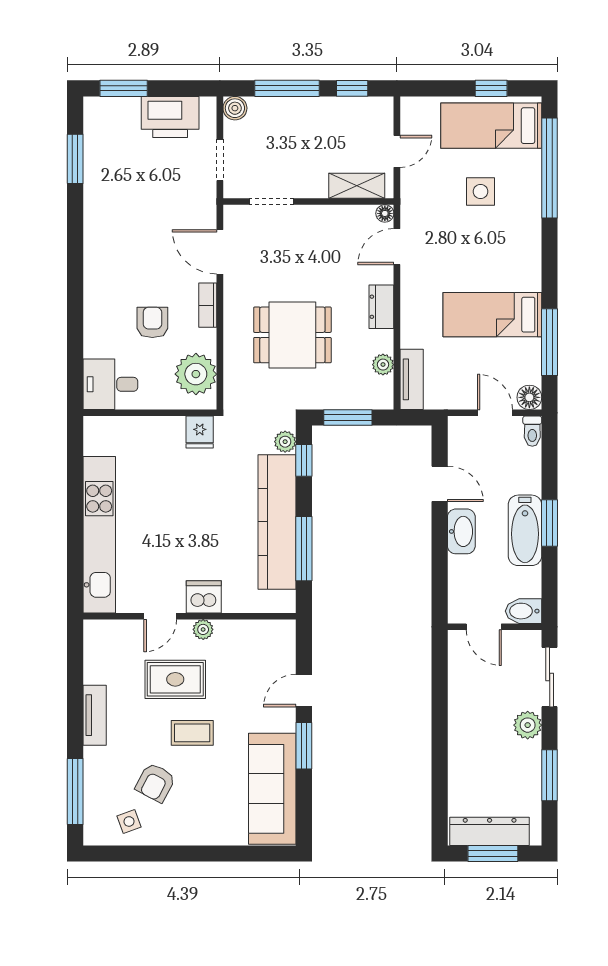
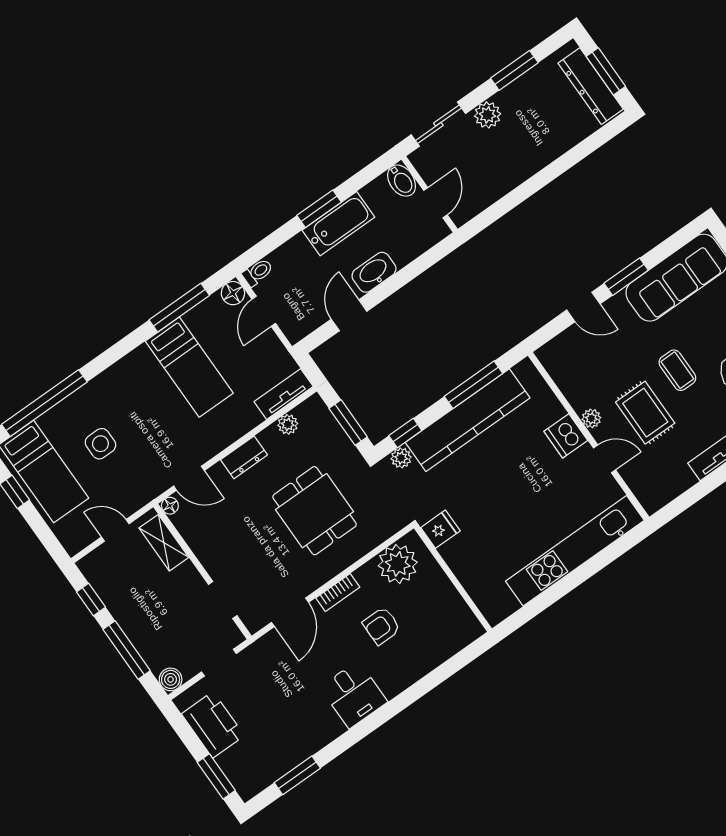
desk: (110, 384) -> (354, 695), moved

